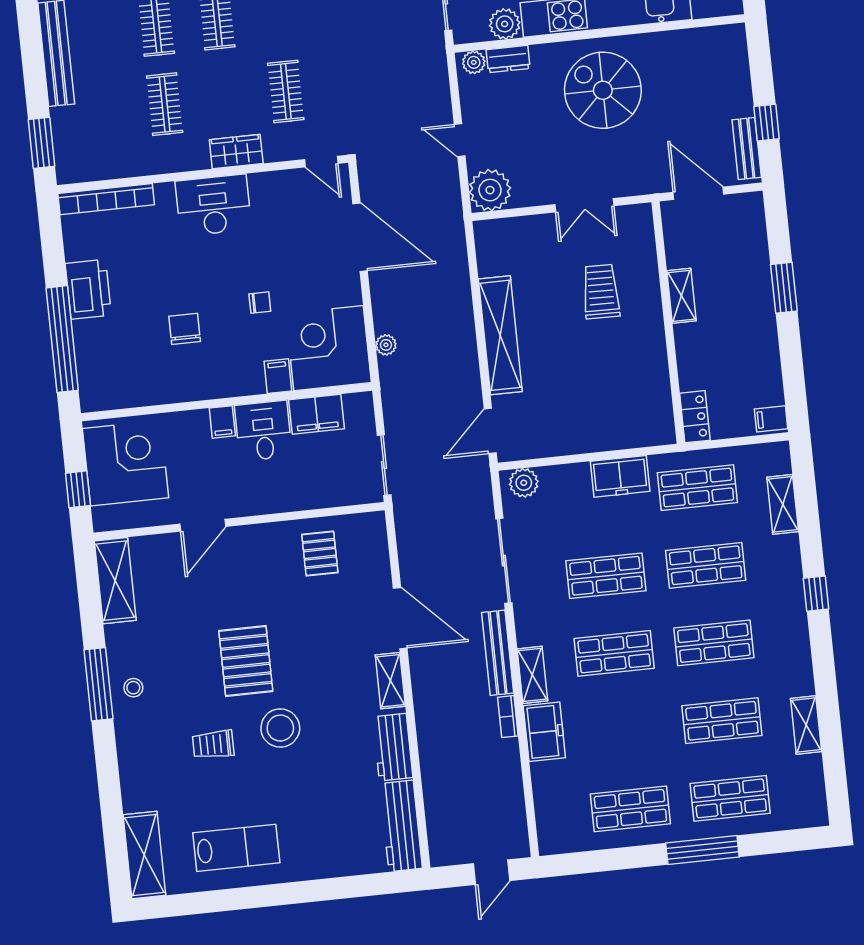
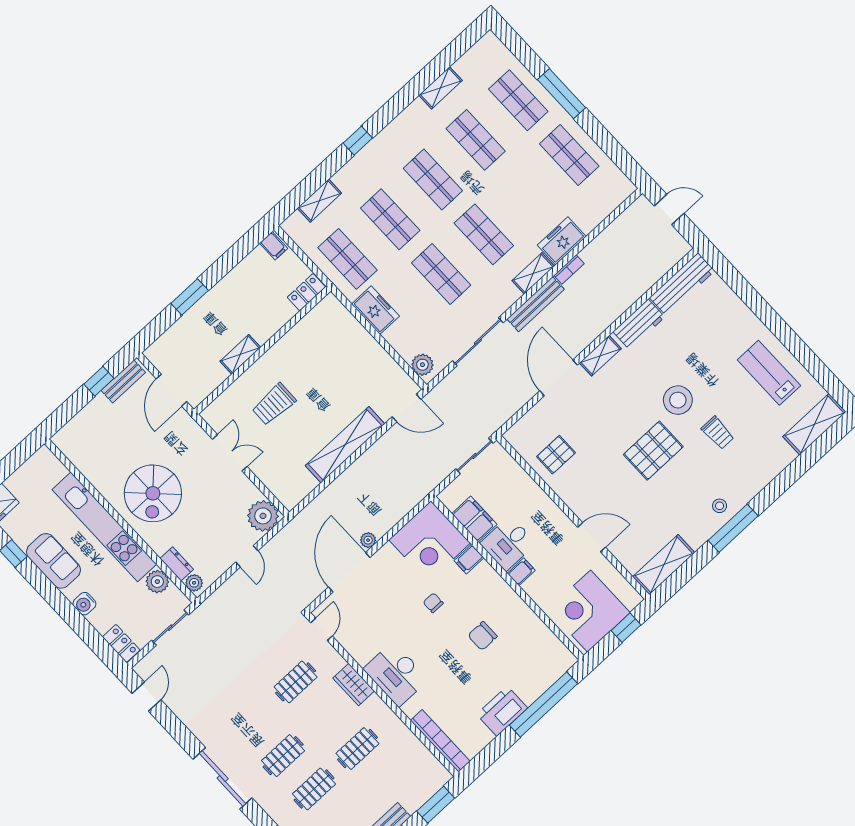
plant: (386, 345) -> (368, 540), moved

